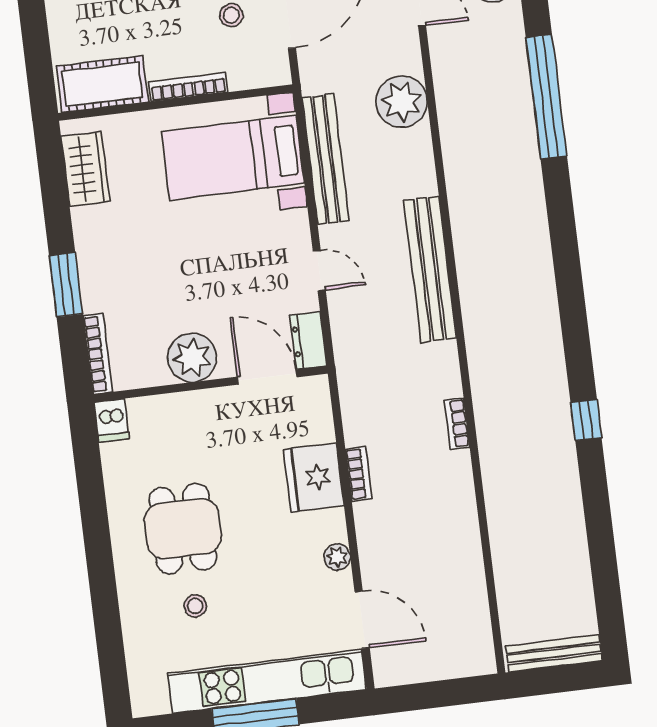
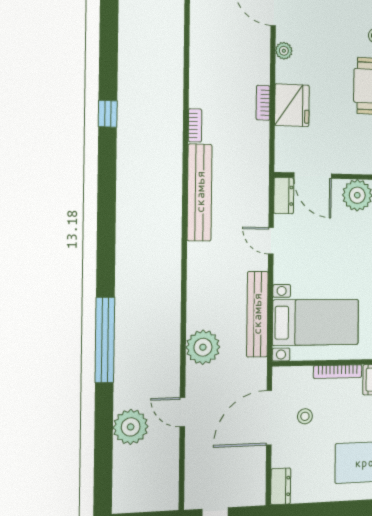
bench: (430, 269) -> (200, 192), moved

